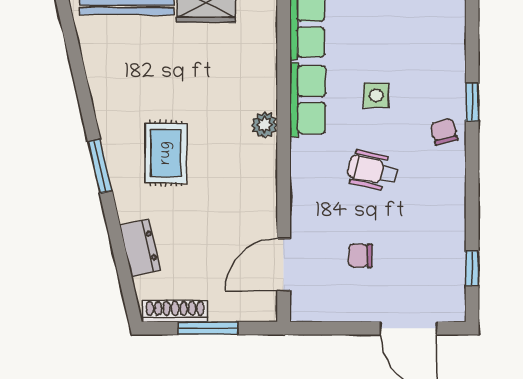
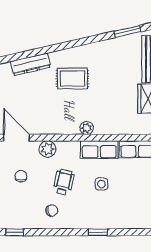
chair: (444, 132) -> (52, 210), moved
window: (100, 166) -> (127, 31), moved
plant: (306, 203) -> (48, 149), added
dresser: (140, 248) -> (30, 64), width x1.44

